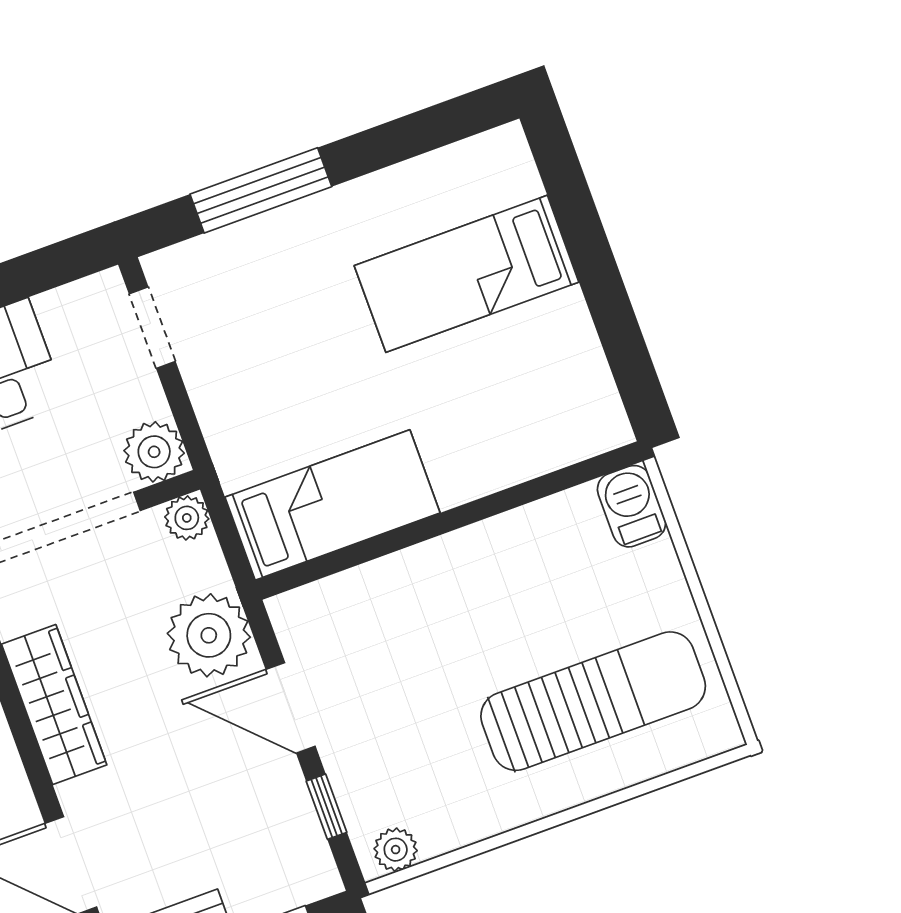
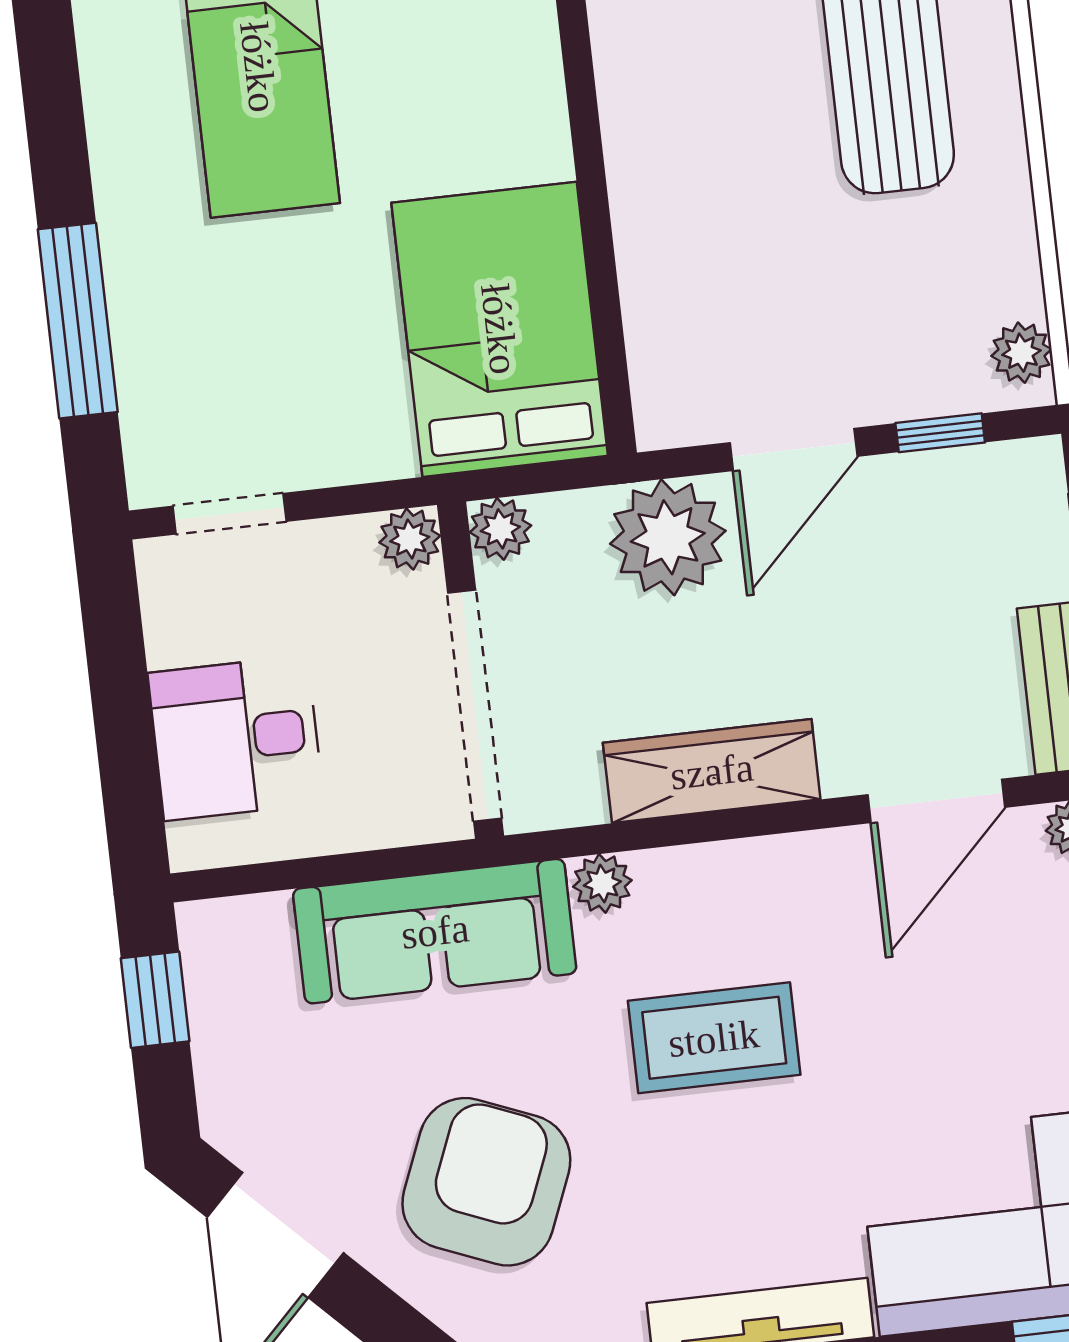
plant: (154, 452) -> (410, 539), width x0.73, depth x0.73
bed: (333, 505) -> (500, 329), width x1.50

